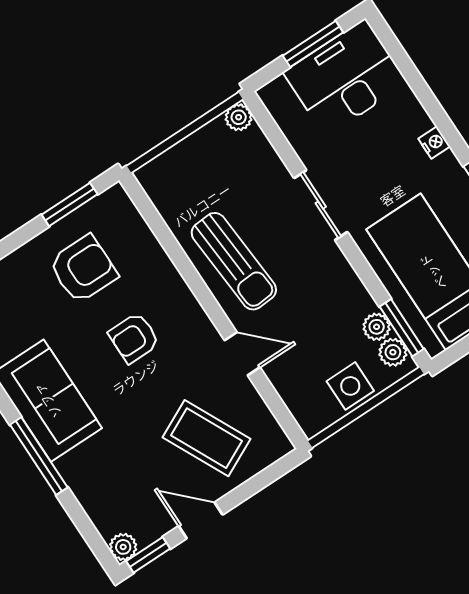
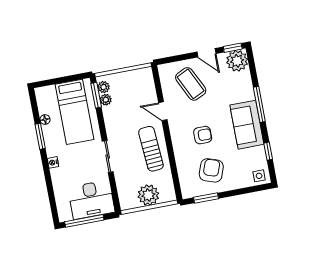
window: (313, 44) -> (84, 221), width x1.44
desk: (345, 78) -> (91, 200), moved
plant: (239, 117) -> (148, 195), moved, width x1.88, depth x1.88
armchair: (83, 269) -> (211, 170), turned 109
side table: (350, 386) -> (126, 81), removed
plant: (123, 547) -> (237, 61), width x1.87, depth x1.87

